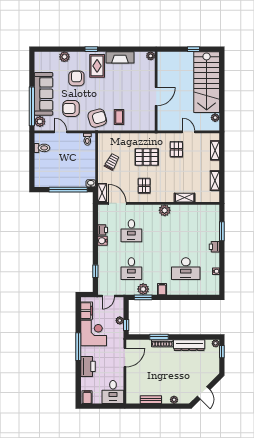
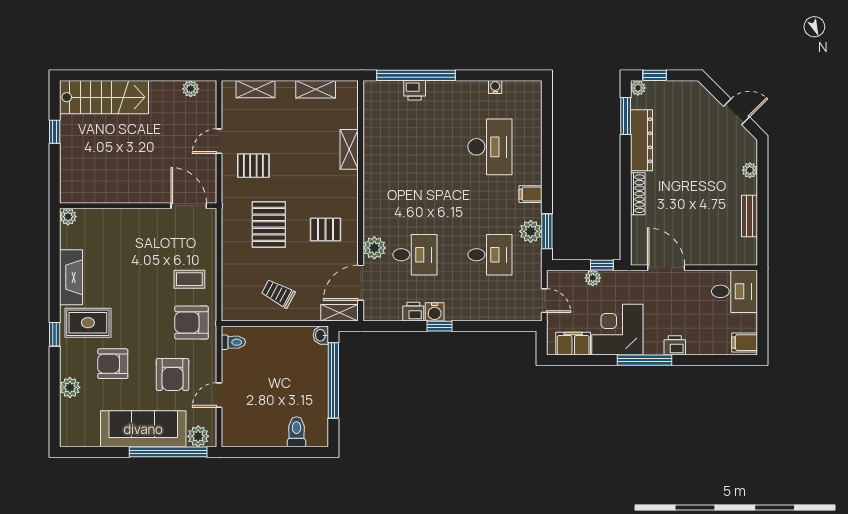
stairs: (207, 82) -> (104, 97), width x0.73, depth x0.66
door: (156, 96) -> (189, 206), moved
armchair: (97, 118) -> (192, 323), turned -74
toilet: (42, 148) -> (297, 432), moved
plant: (165, 210) -> (374, 248), moved
window: (222, 231) -> (416, 75), width x2.11
printer: (214, 247) -> (415, 90), moved
window: (95, 271) -> (440, 326), moved
window: (159, 337) -> (626, 116), moved
printer: (88, 366) -> (675, 345), width x0.53, depth x0.68

